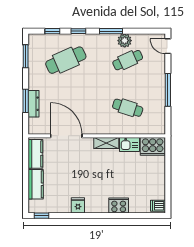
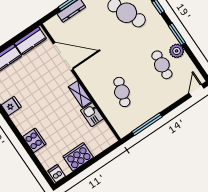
cafe table: (128, 60) -> (162, 65), turned 30
window: (168, 90) -> (147, 124), moved
door: (66, 136) -> (63, 56), hinge flipped
cooker: (153, 146) -> (78, 157), moved, turned 90

